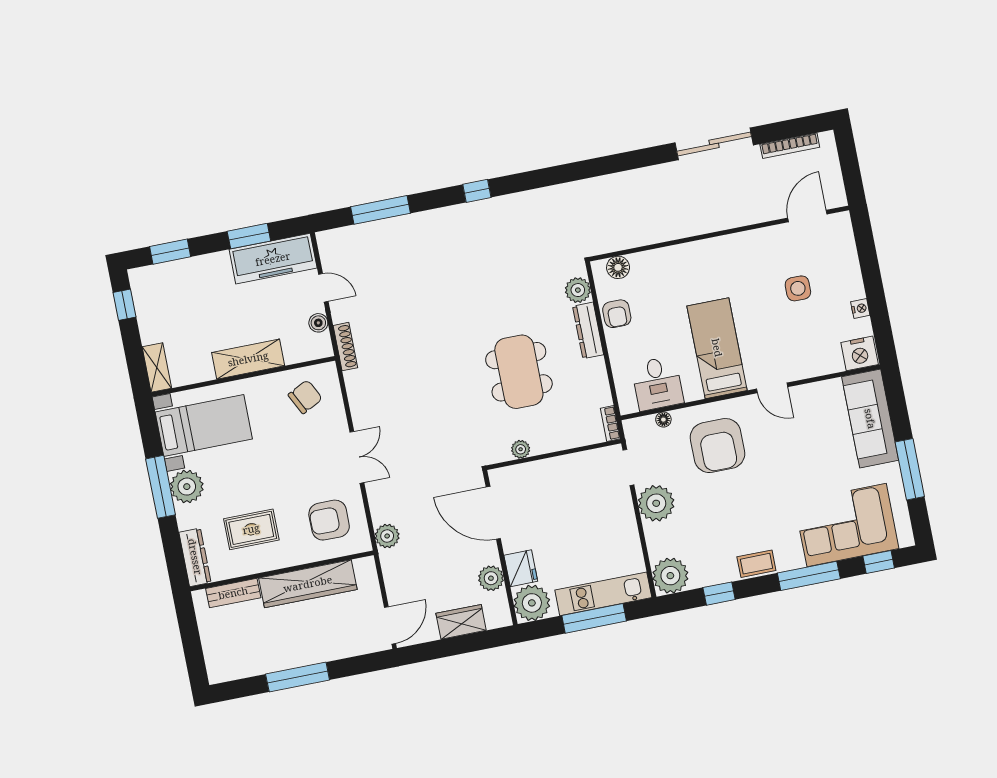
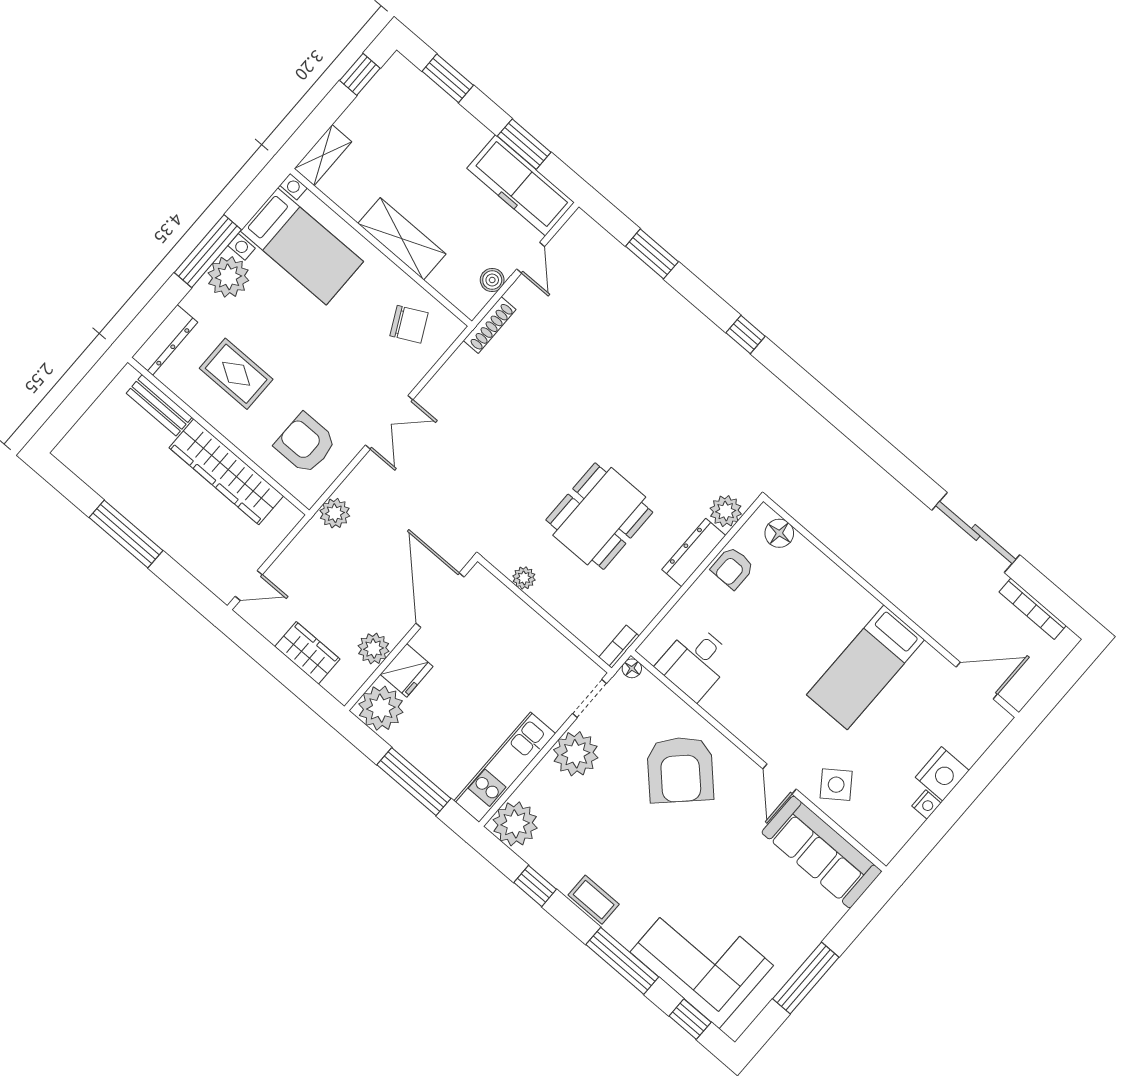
window: (381, 210) -> (652, 254), width x0.69
side table: (798, 288) -> (836, 785), moved, turned -36
bed: (717, 348) -> (866, 667), moved, turned 180
nightstand: (860, 353) -> (942, 774), moved, turned -90
sofa: (870, 419) -> (822, 852), moved, turned -90
floor lamp: (663, 420) -> (632, 668), moved
armchair: (717, 446) -> (680, 770), turned -44
kitchen unit: (603, 594) -> (505, 767), moved, turned -90
door: (390, 625) -> (249, 585), width x0.73

